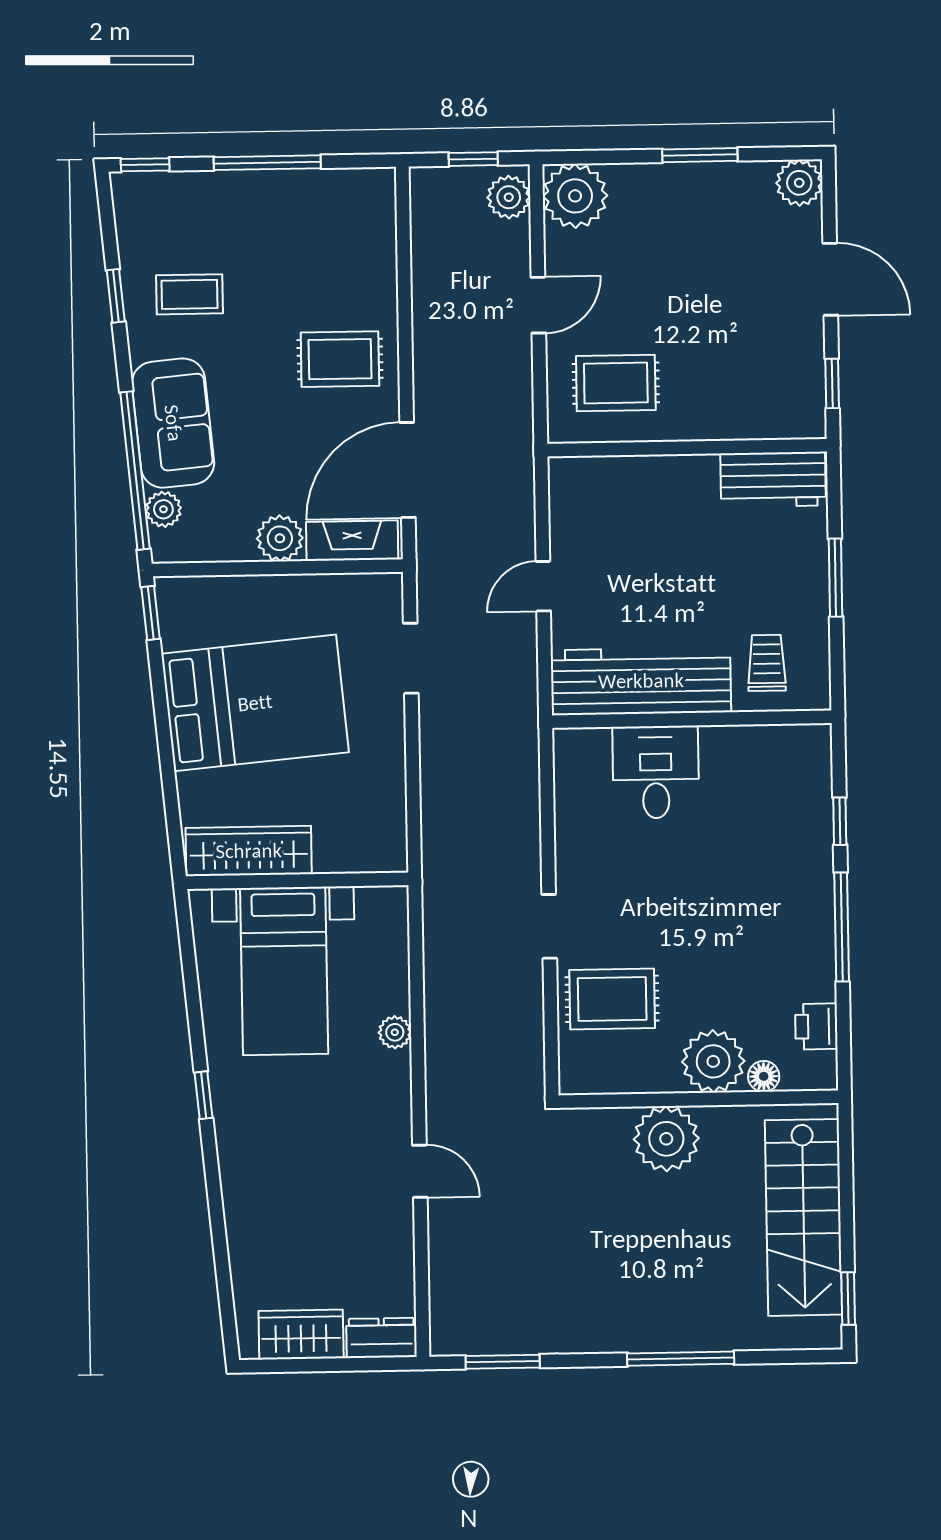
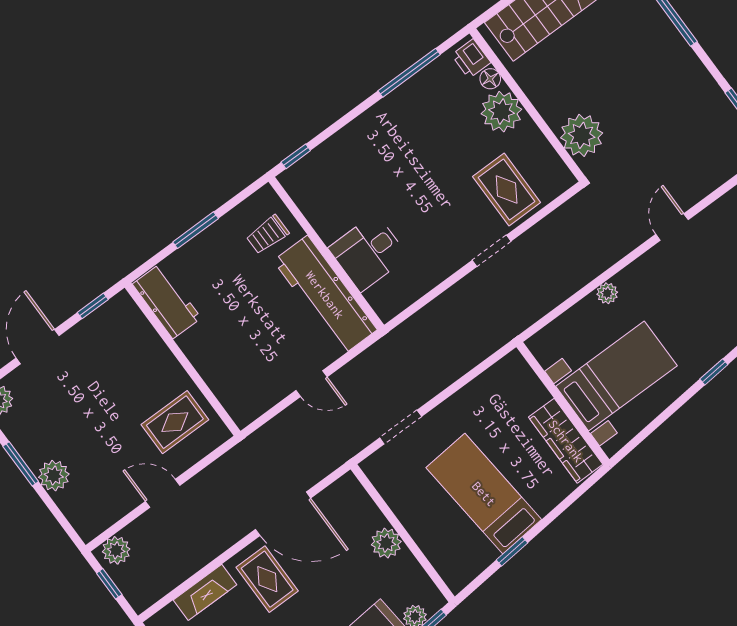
plant: (575, 196) -> (54, 476), moved, width x0.73, depth x0.73
rug: (616, 383) -> (175, 422), turned 90
door: (408, 470) -> (283, 514), moved
fireplace: (352, 541) -> (205, 592), moved, turned -90
window: (151, 613) -> (512, 551), moved
bed: (255, 703) -> (484, 494), width x0.67
window: (840, 821) -> (296, 156), moved
window: (842, 927) -> (409, 73), moved
printer: (816, 1026) -> (471, 59), moved, turned 90
plant: (666, 1139) -> (582, 135), moved

